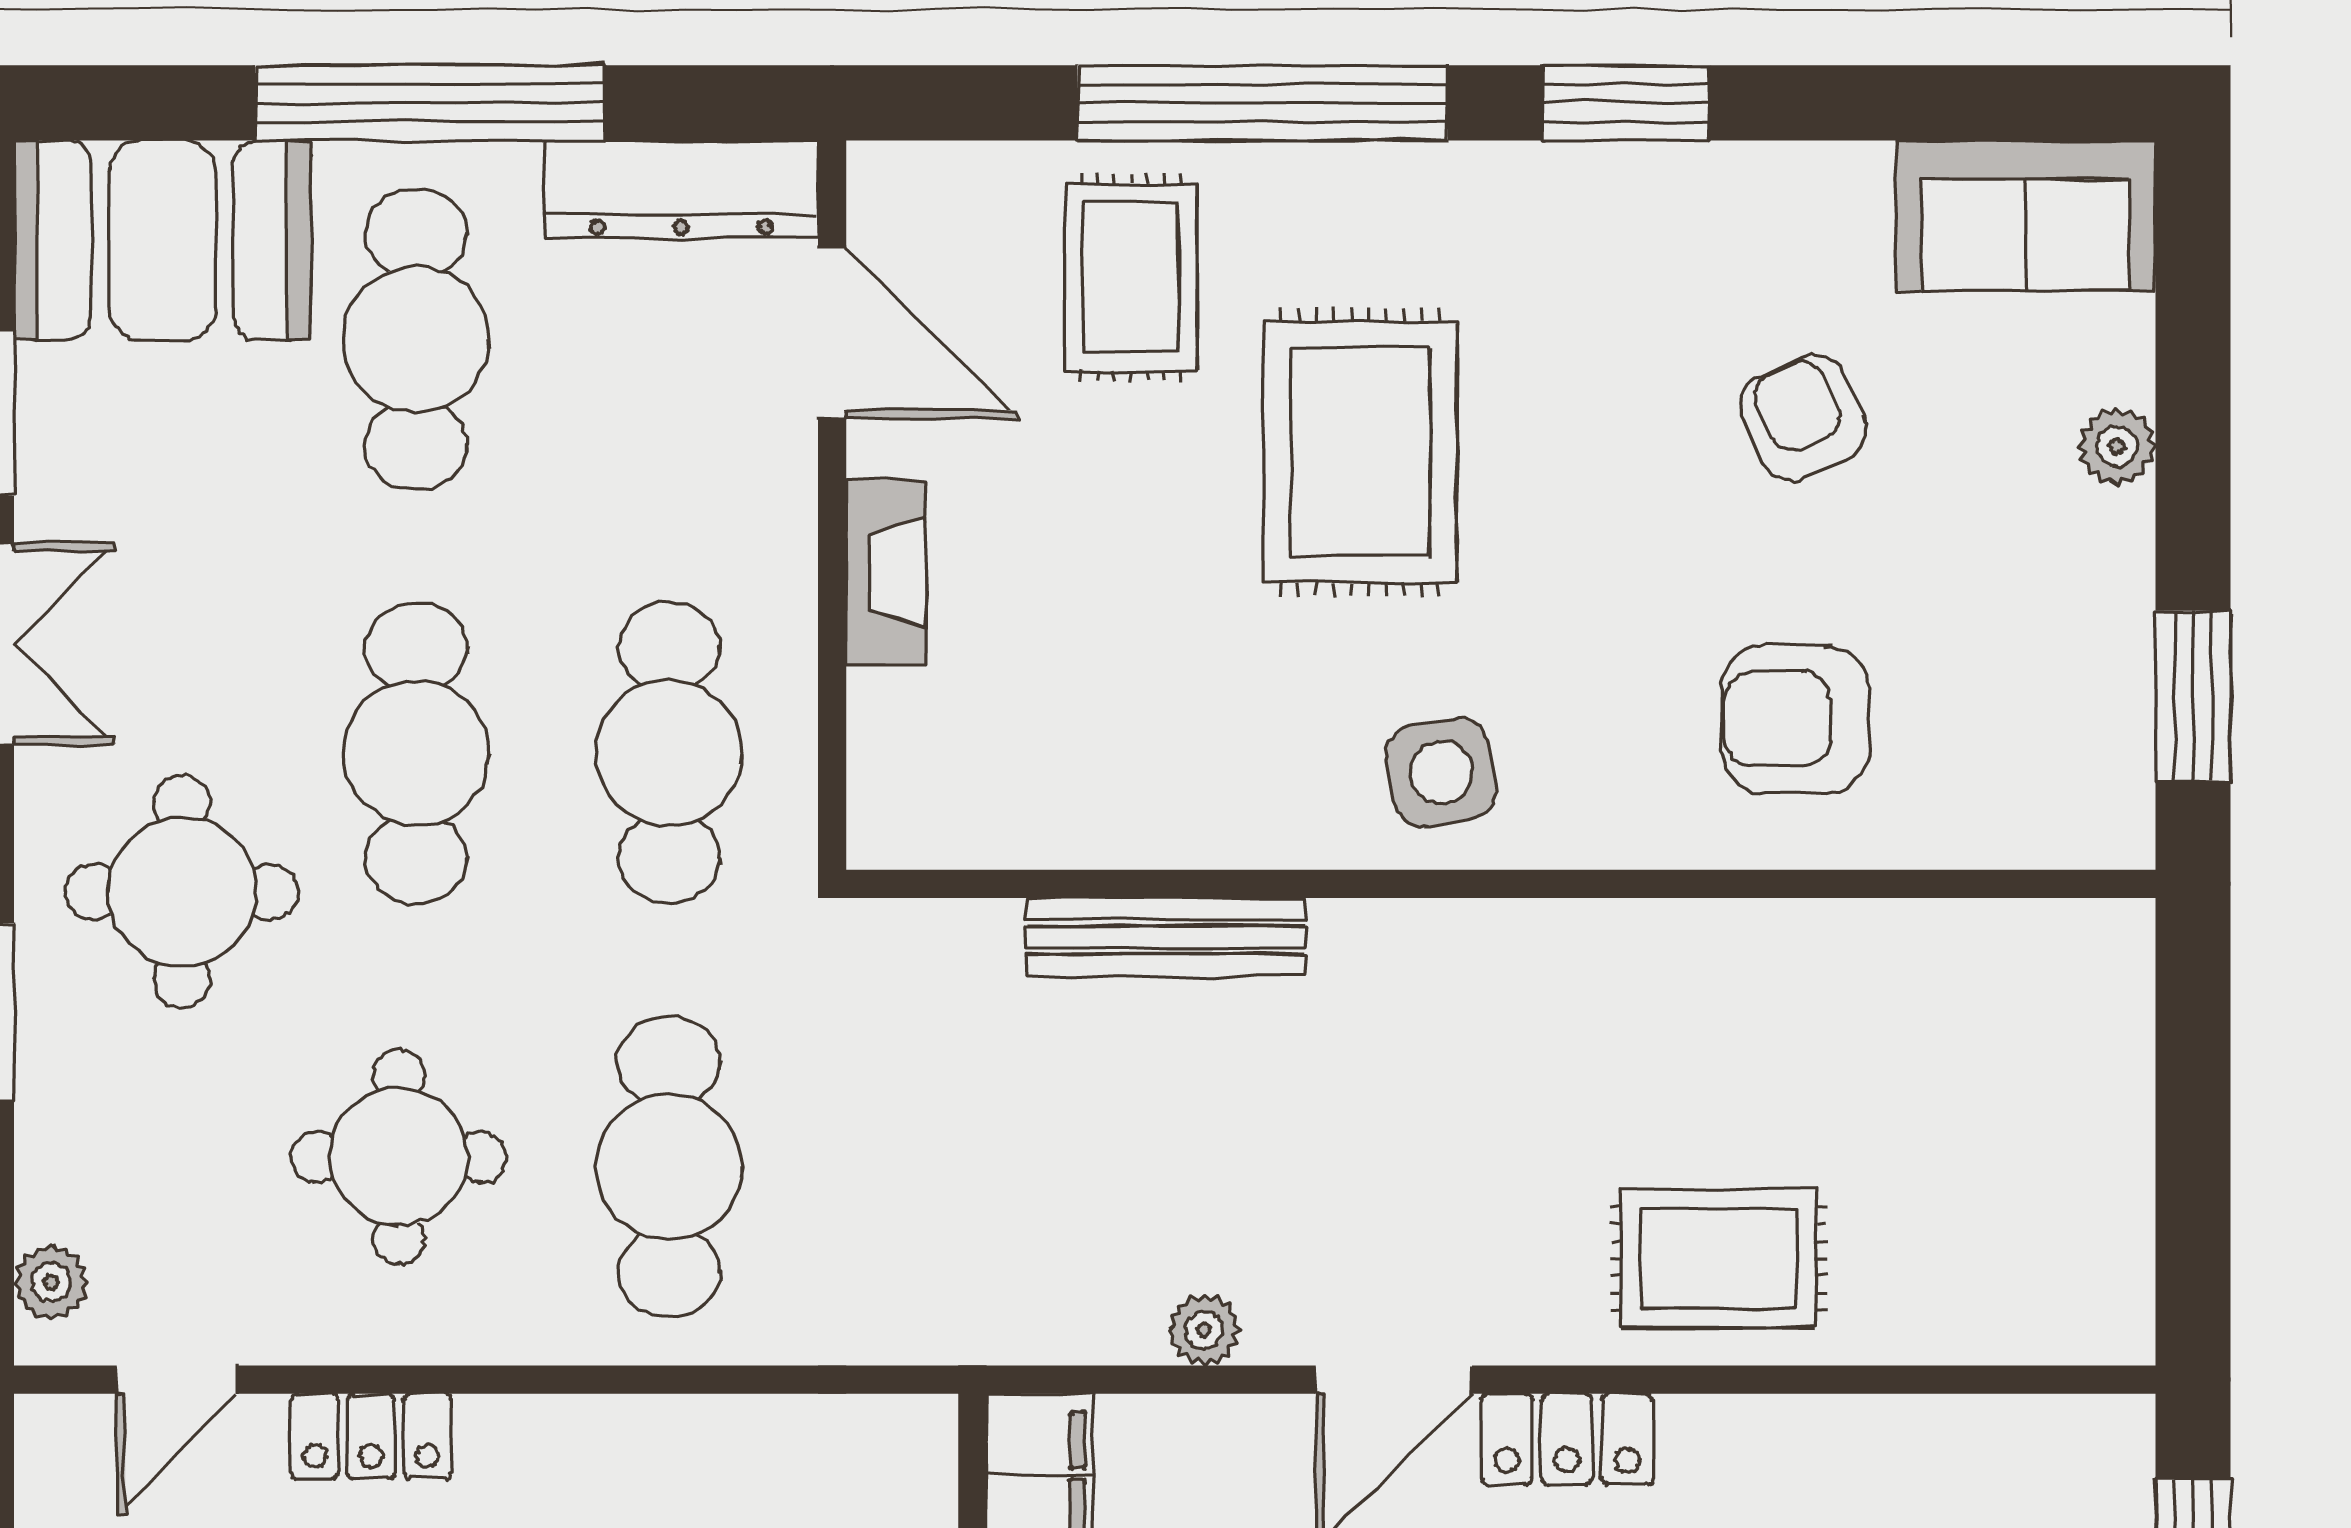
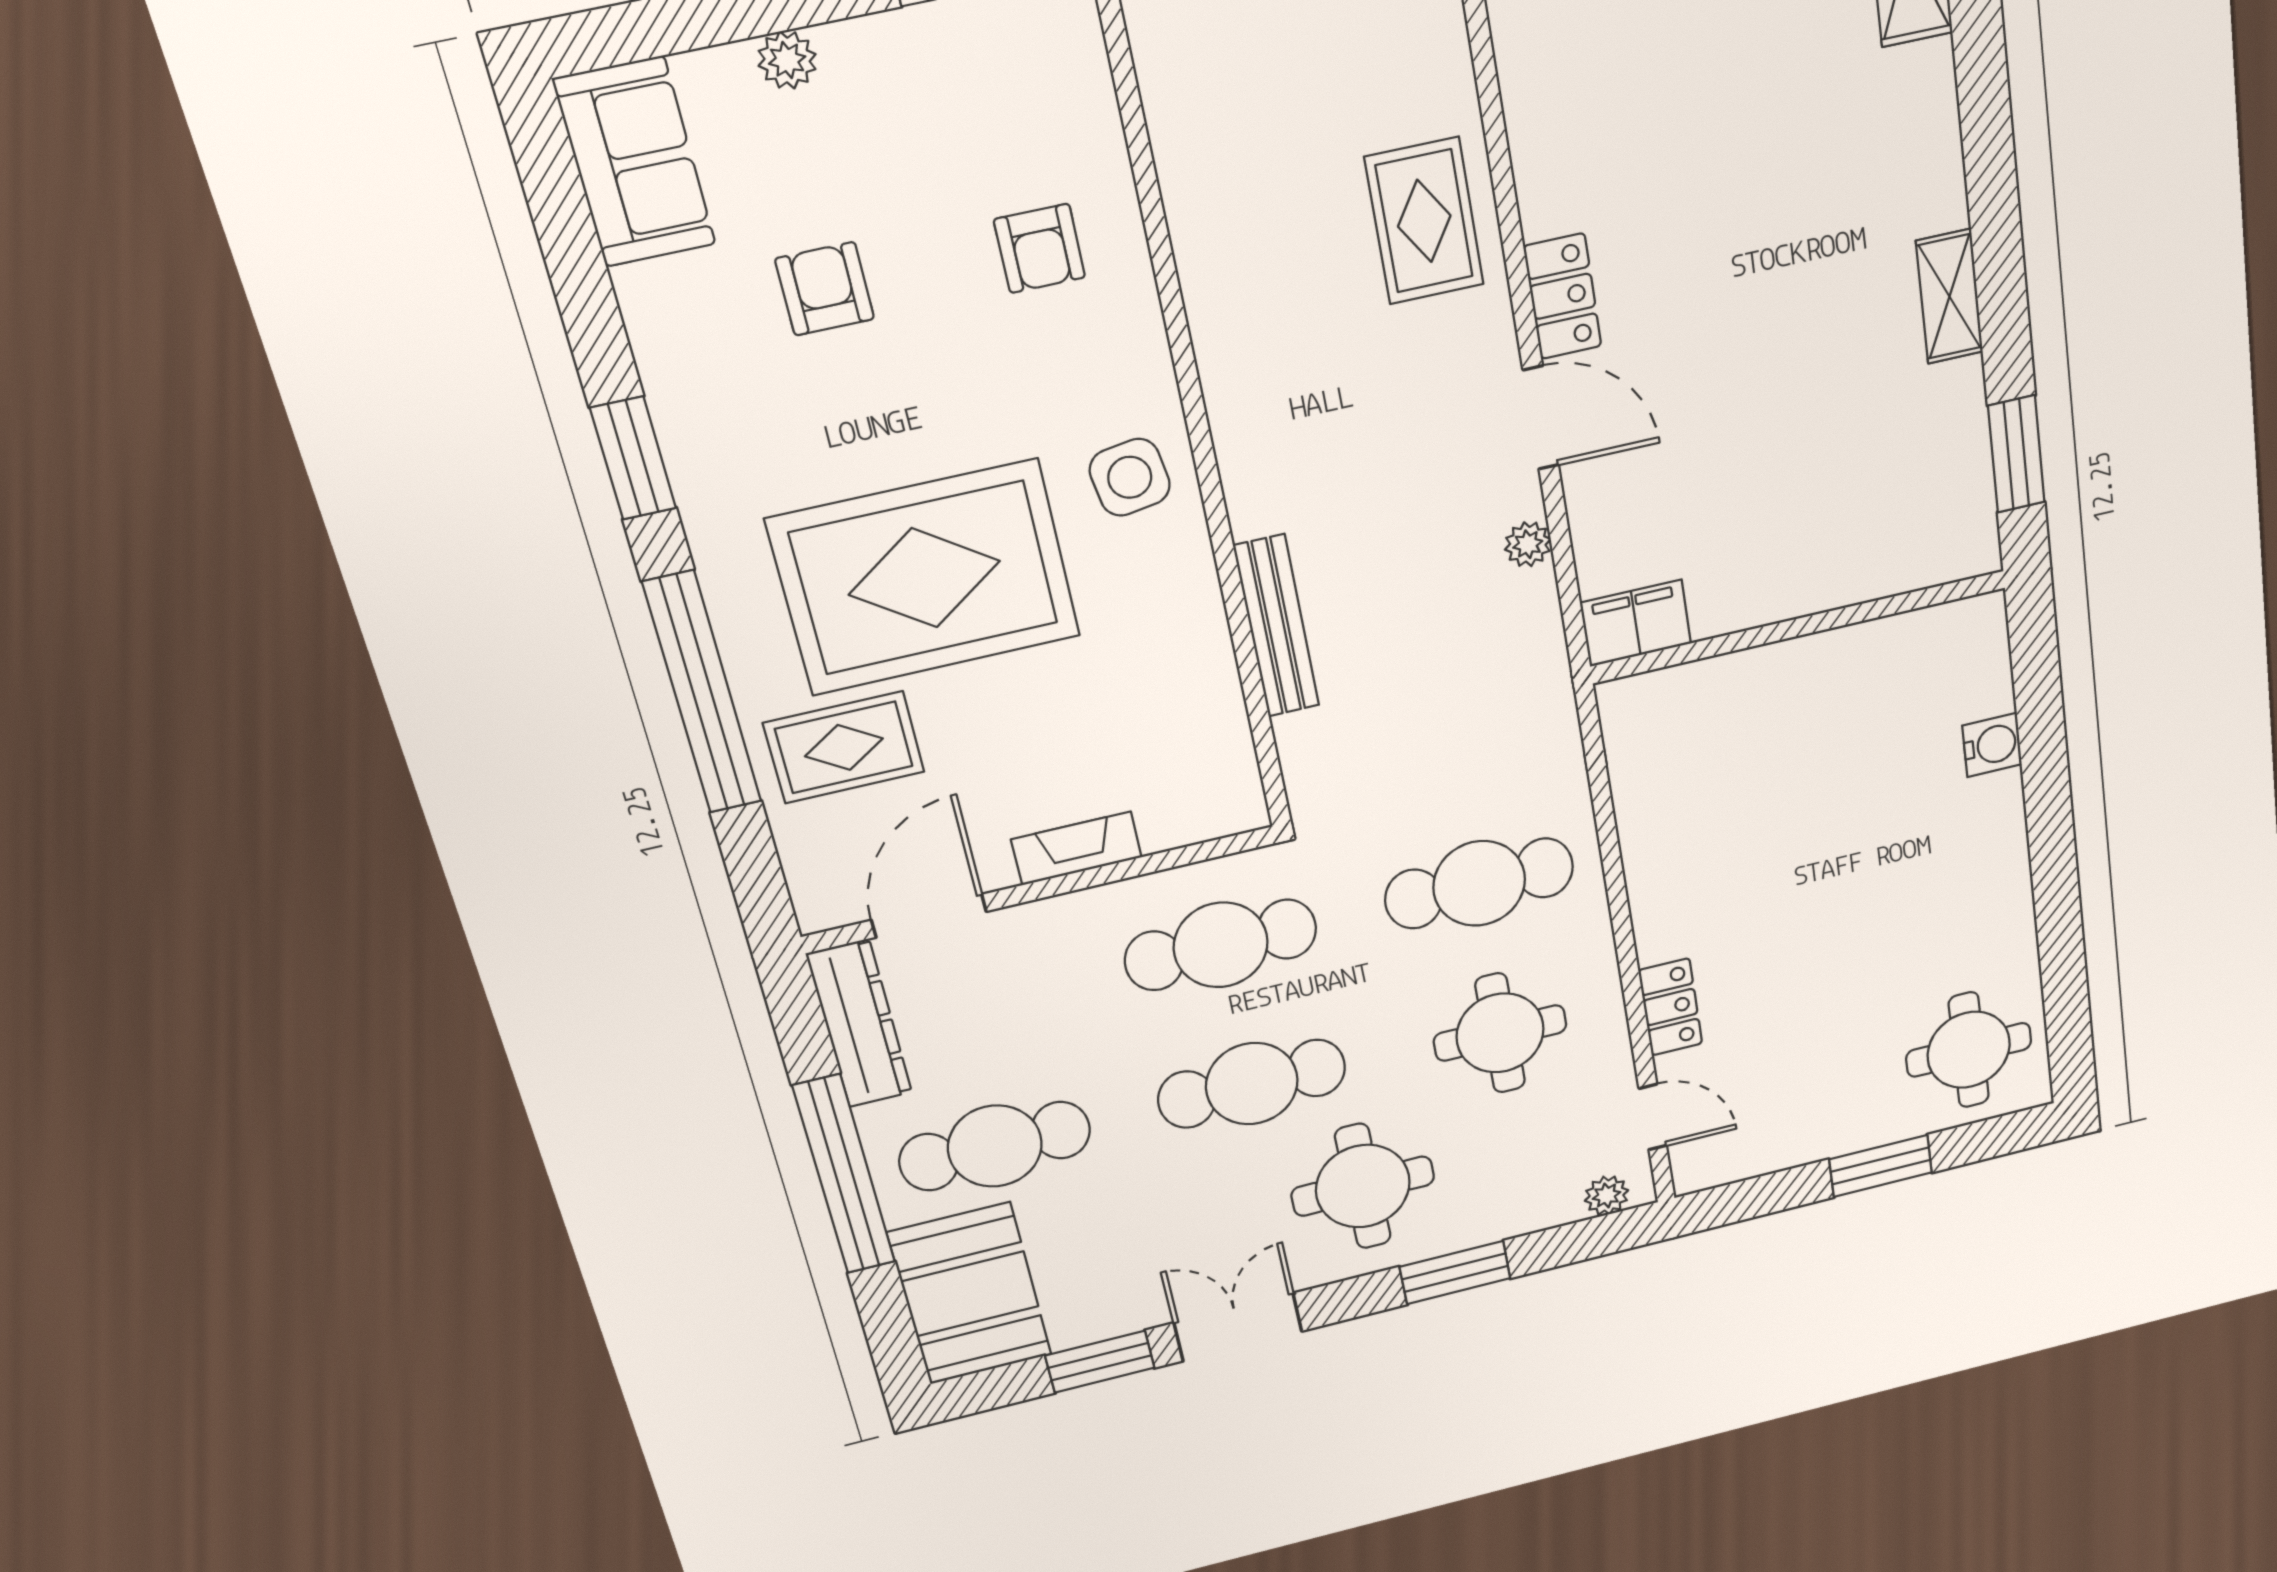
armchair: (1803, 418) -> (825, 289), turned 114
rug: (1360, 452) -> (924, 578), width x1.37, depth x1.44
armchair: (1796, 719) -> (1040, 248), width x0.72, depth x0.72

